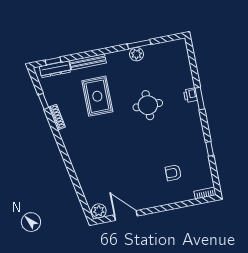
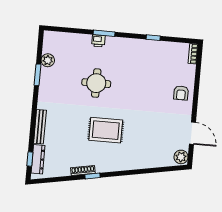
plant: (136, 54) -> (48, 60), moved
rug: (97, 96) -> (106, 130), moved
window: (44, 101) -> (92, 176), moved
armchair: (173, 173) -> (181, 93), moved
door: (126, 215) -> (192, 133), swing flipped

